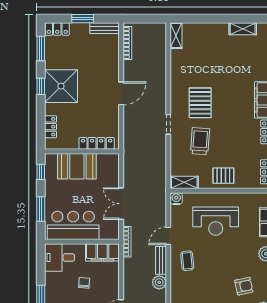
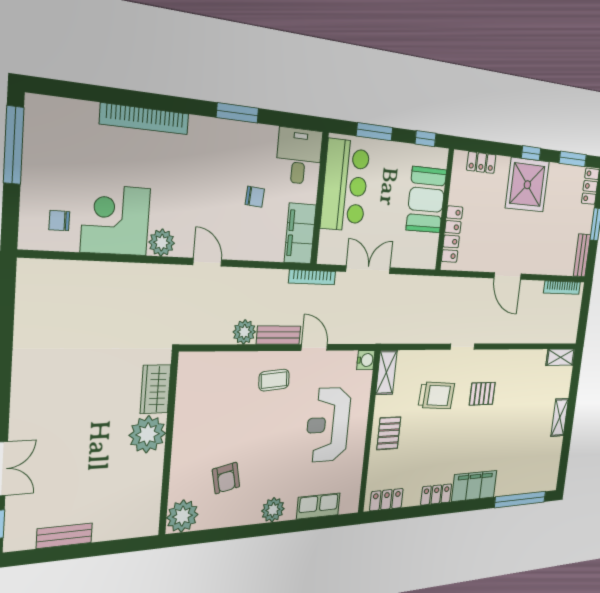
shelving: (243, 29) -> (560, 418), moved
pallet: (200, 103) -> (482, 394), width x0.67, depth x0.71

